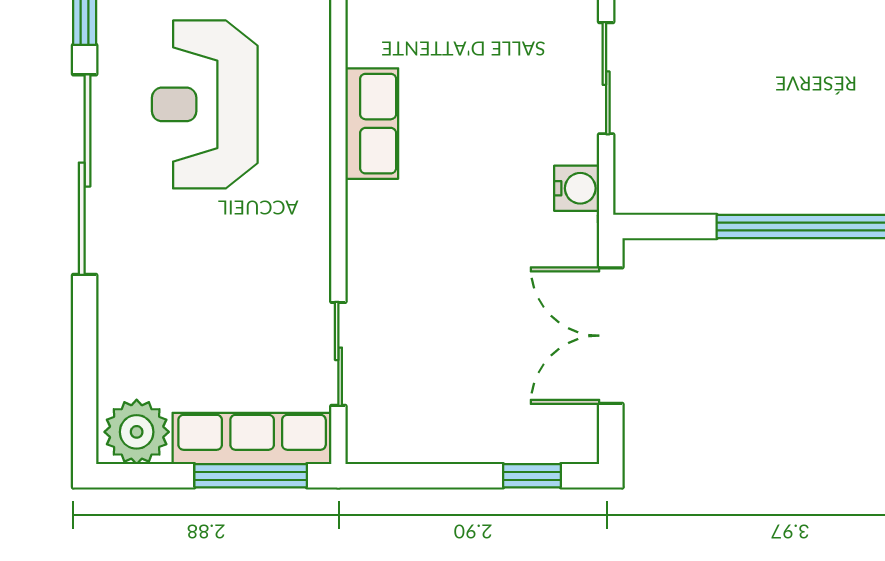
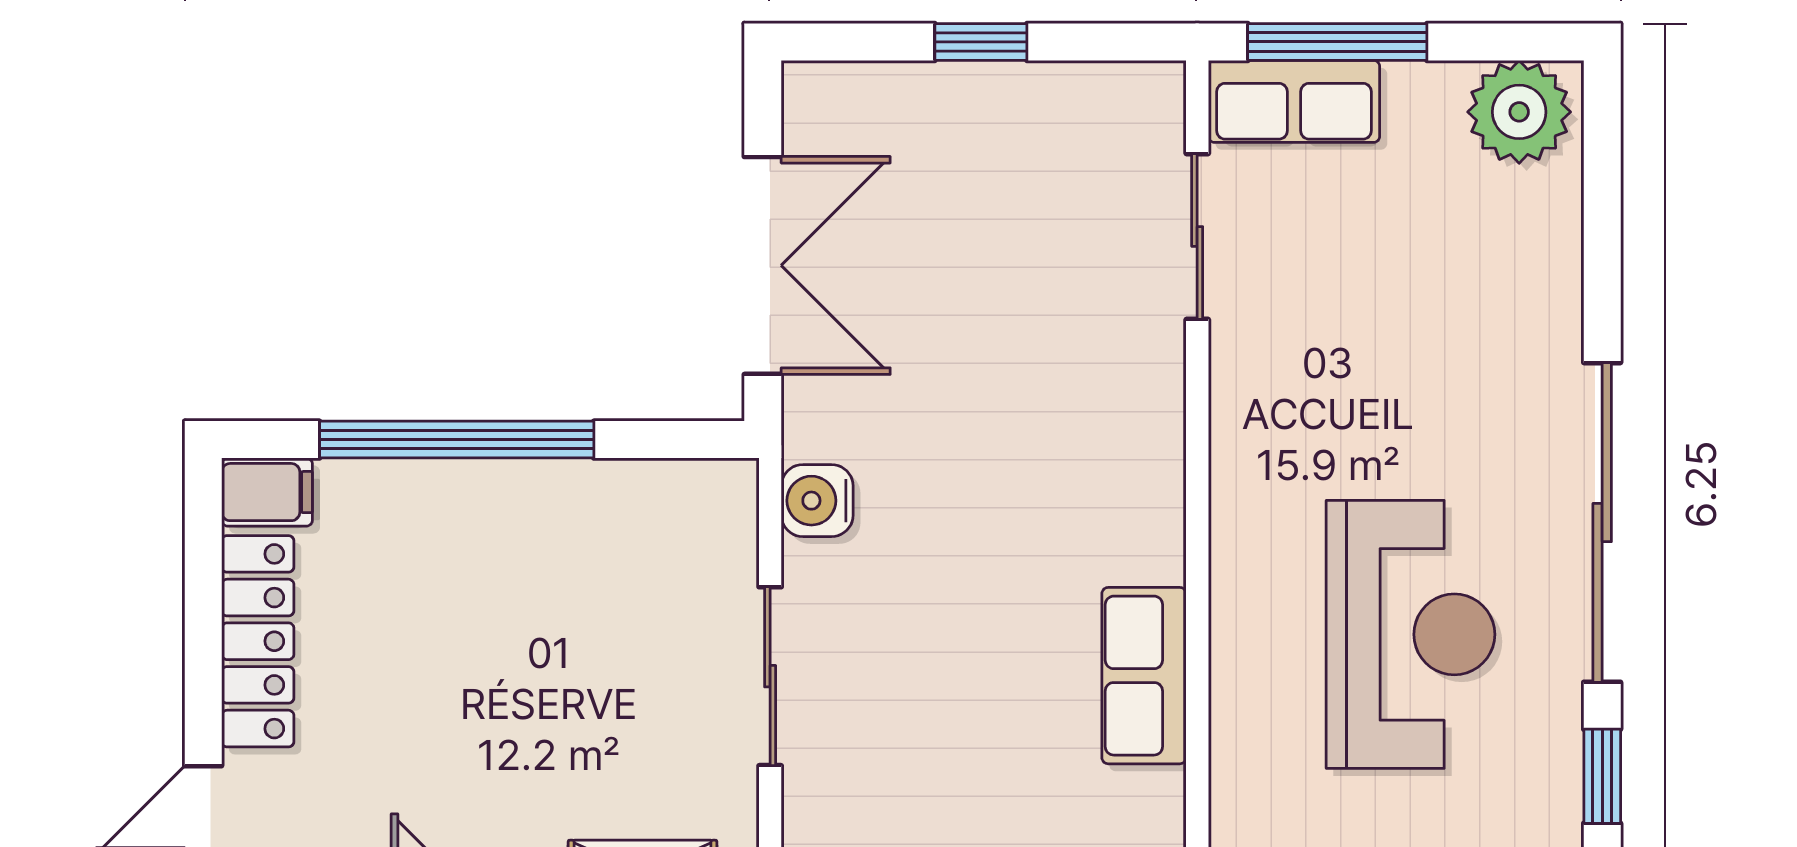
row of seats: (372, 124) -> (1144, 676), moved
row of seats: (252, 438) -> (1294, 101), width x0.68
window: (532, 476) -> (981, 42), moved

